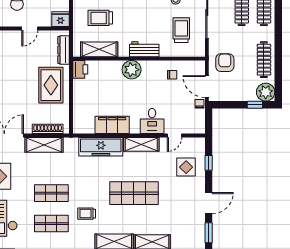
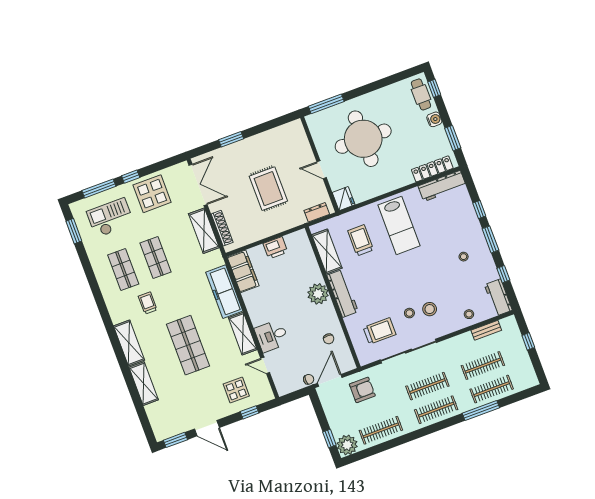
workbench: (144, 49) -> (343, 293), width x1.38
dresser: (64, 50) -> (317, 212), width x0.70
printer: (80, 69) -> (275, 248), moved
rug: (51, 85) -> (268, 189), moved, turned 90
filing cabinet: (112, 125) -> (243, 271), moved

